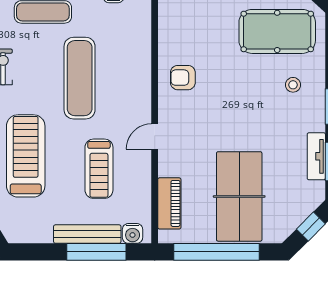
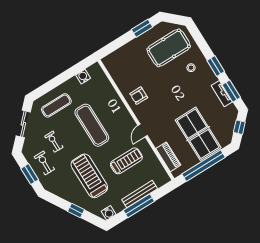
treadmill: (99, 169) -> (126, 161), turned -90
water cooler: (133, 233) -> (109, 213), moved
window: (96, 252) -> (139, 206), moved

